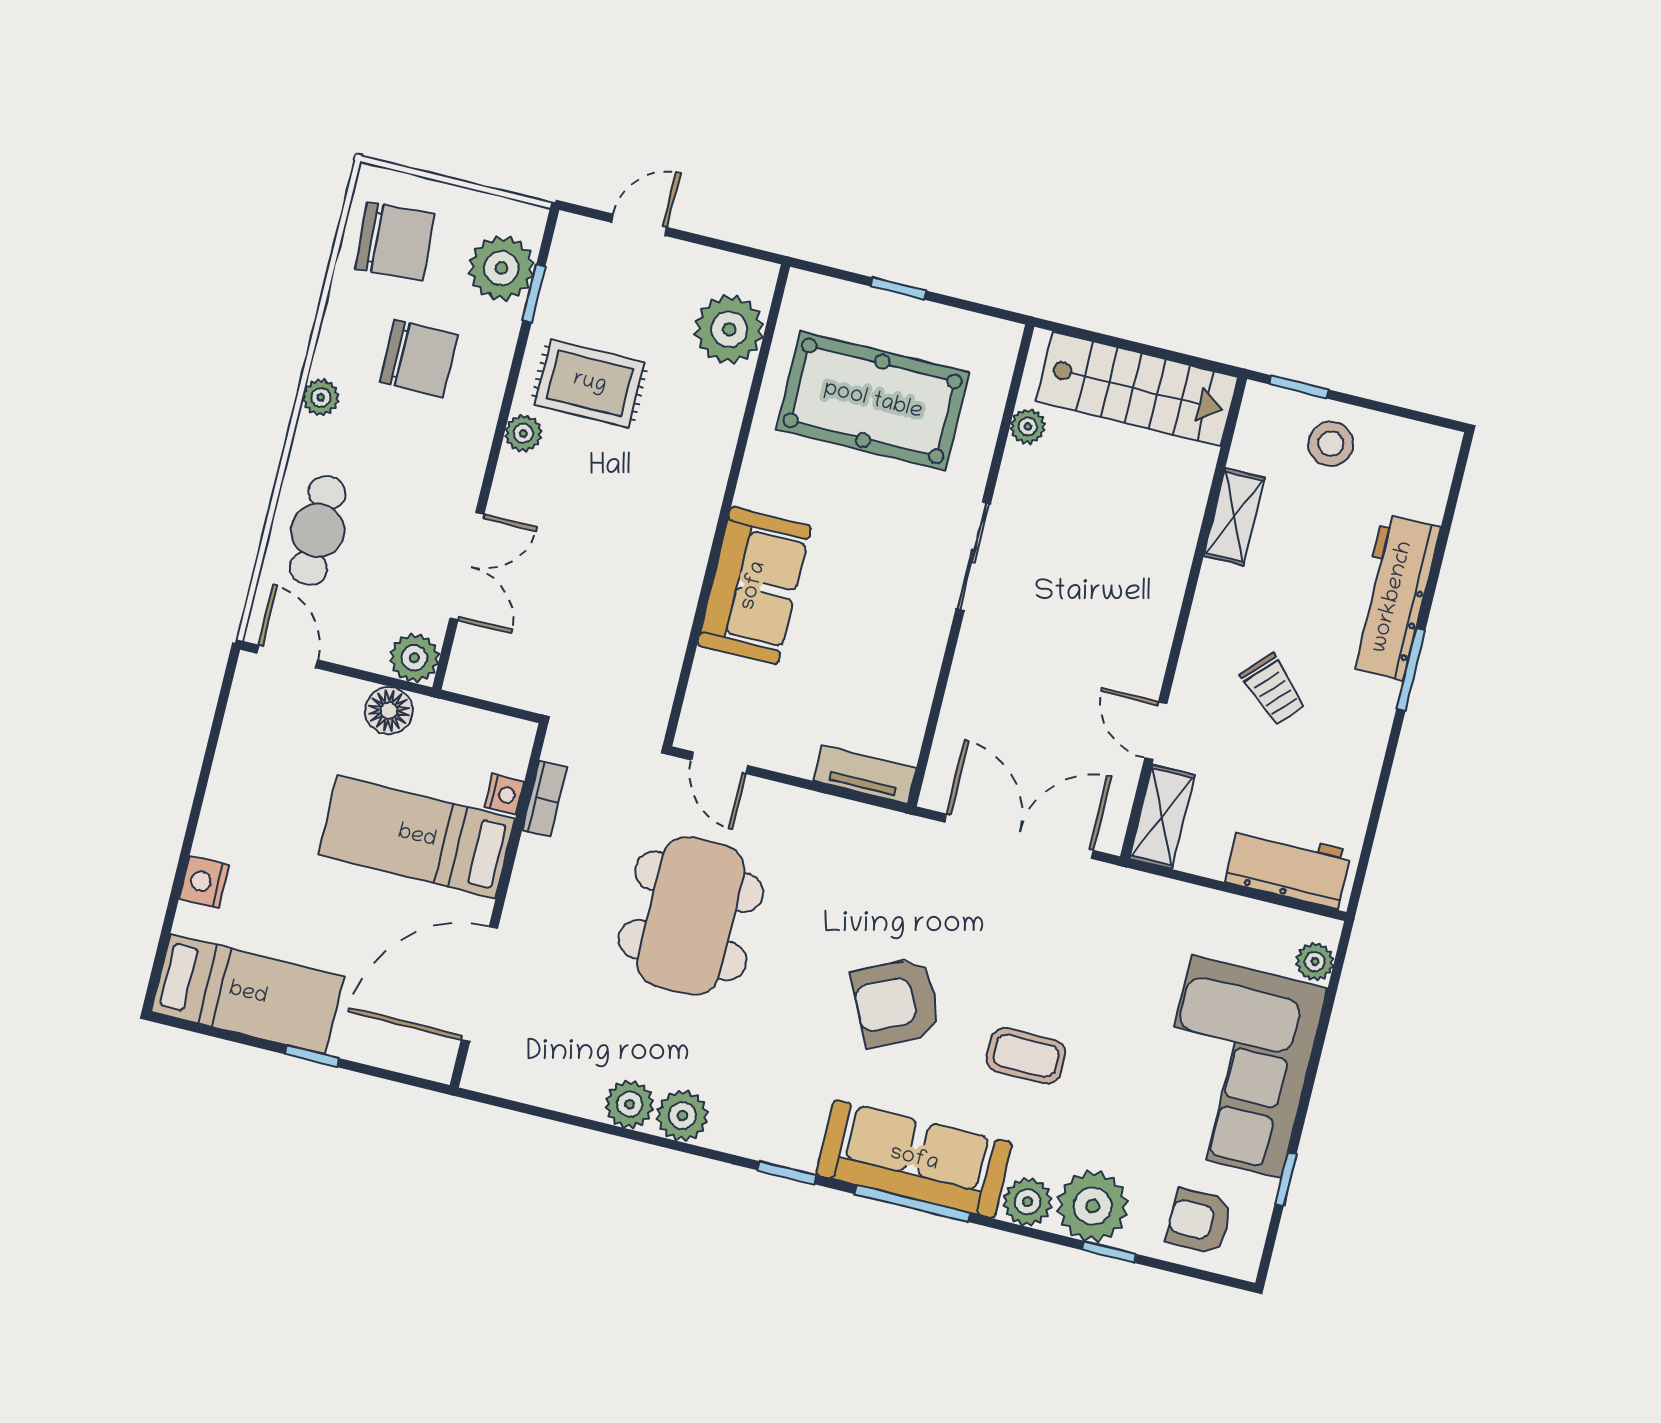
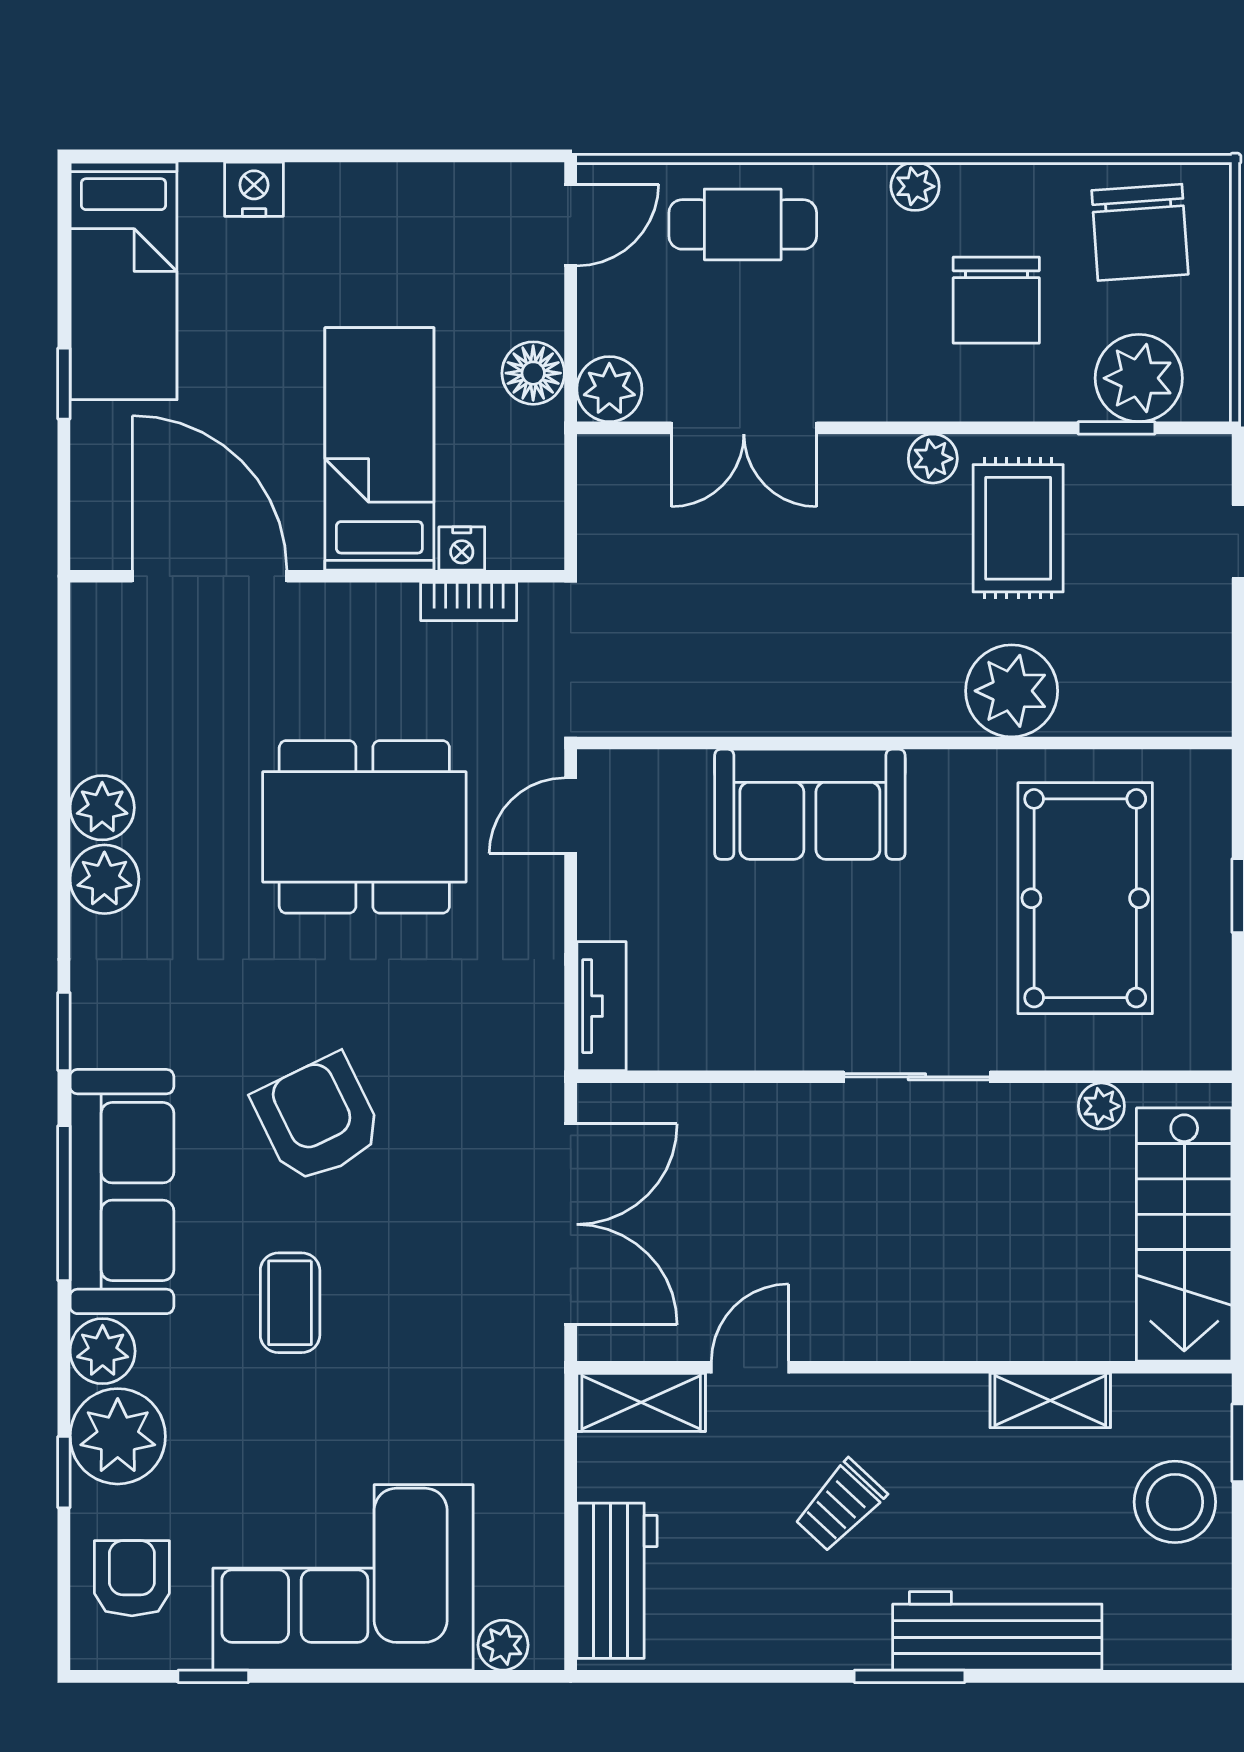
plant: (729, 329) -> (1012, 691), moved
stool: (1331, 444) -> (1175, 1502), width x1.38, depth x1.38

